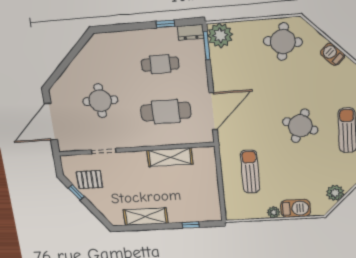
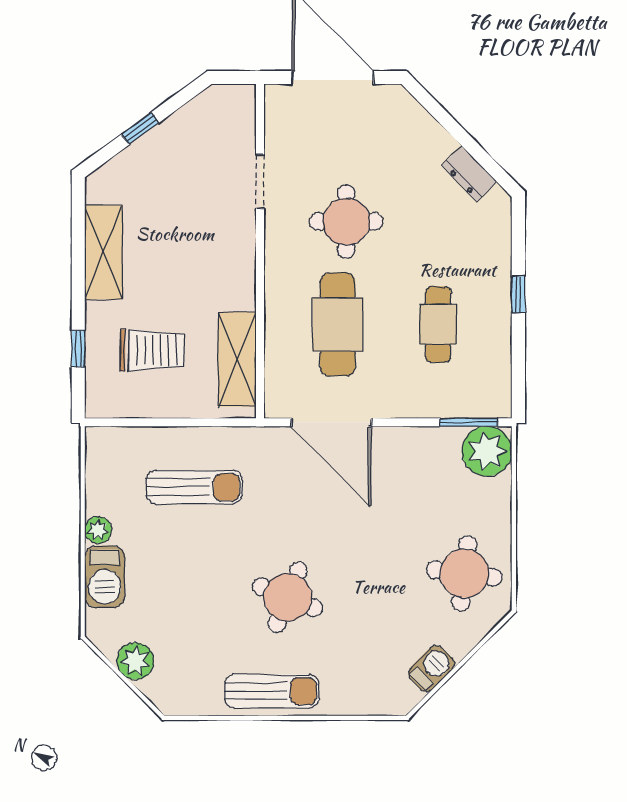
window: (165, 24) -> (518, 294), moved
dresser: (191, 32) -> (469, 174), moved, turned -44
round table: (100, 101) -> (346, 222), moved
shelving: (170, 157) -> (237, 359), moved
pallet: (90, 180) -> (197, 141), removed
window: (76, 192) -> (140, 128), moved
trolley: (188, 194) -> (152, 350), added

